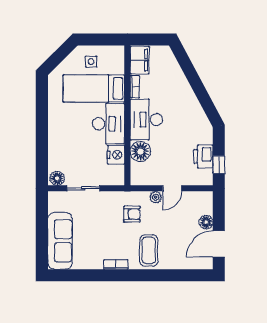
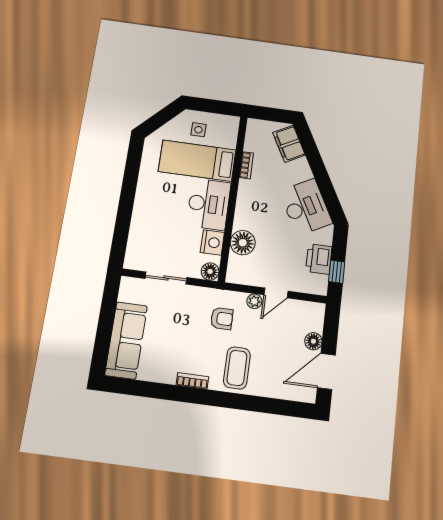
filing cabinet: (140, 60) -> (289, 144), moved, turned 152
desk: (146, 120) -> (306, 207), moved, turned 152
floor lamp: (57, 178) -> (210, 271), moved

